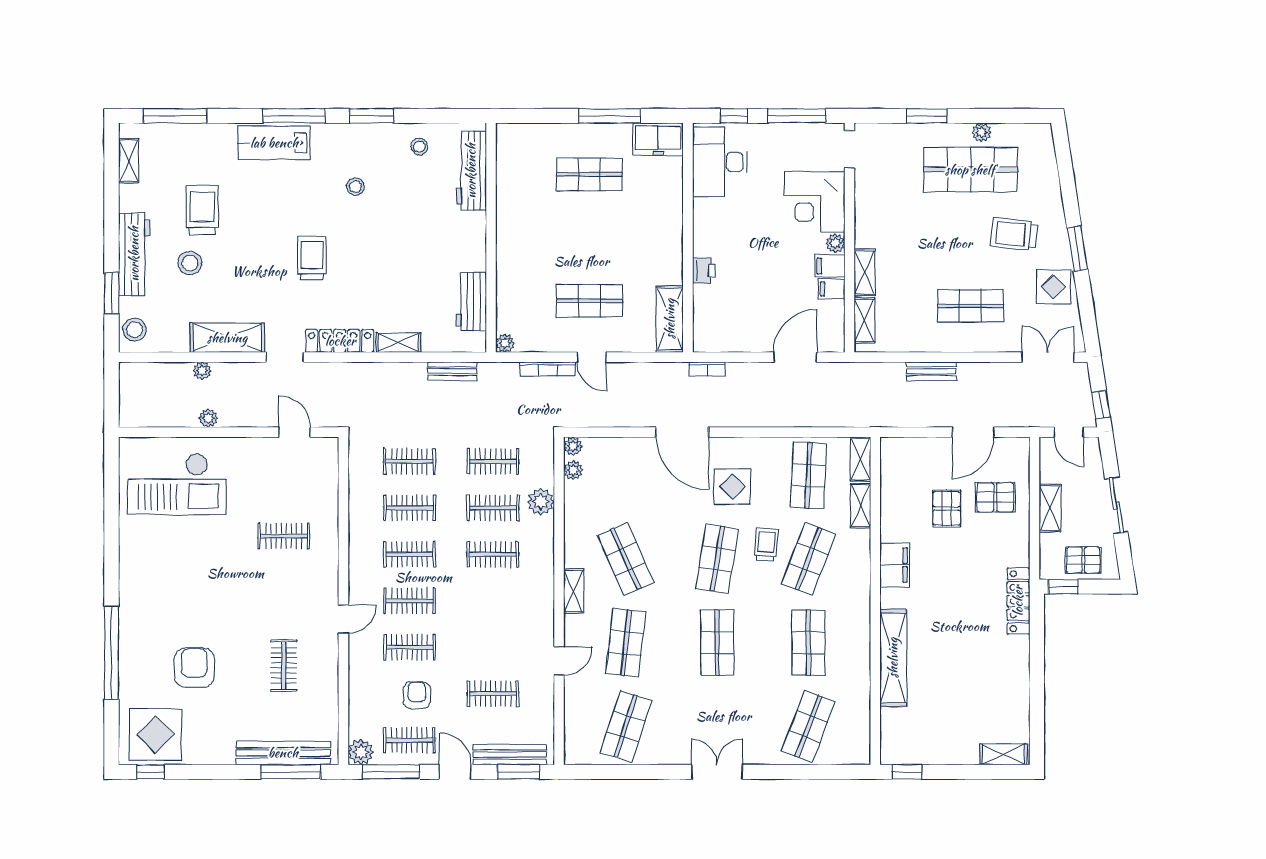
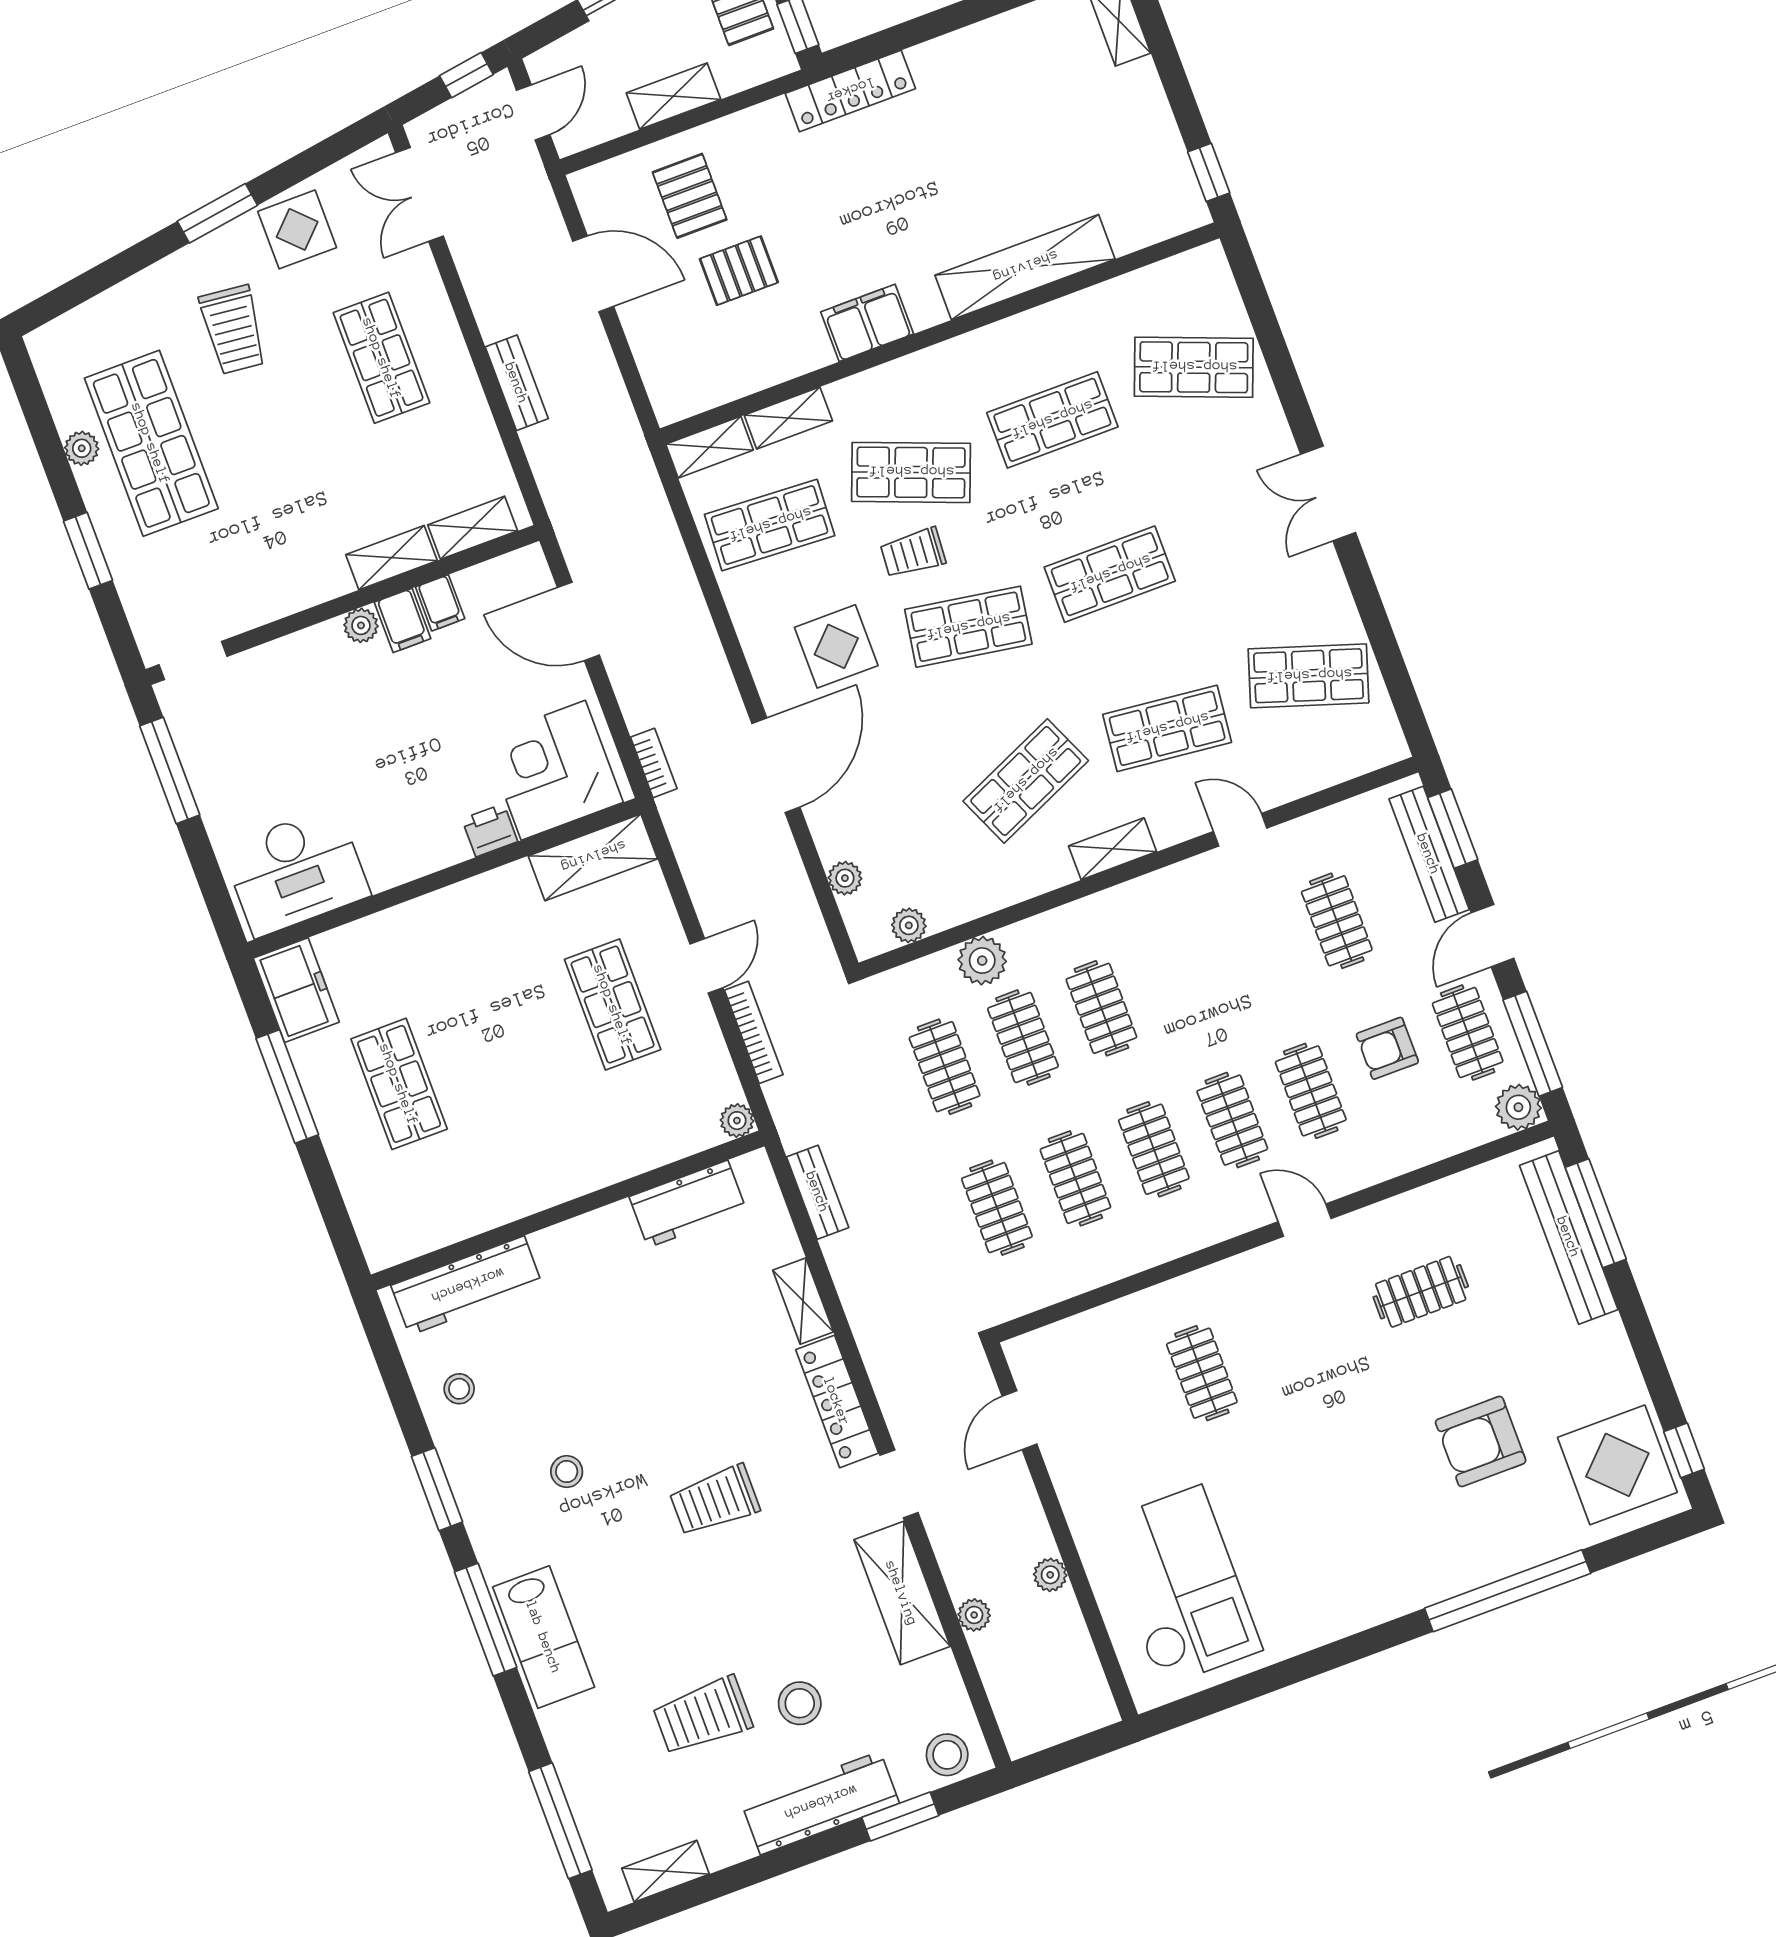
window: (734, 116) -> (209, 876), removed
corner desk: (815, 202) -> (553, 770), moved, turned 180
plant: (573, 446) -> (845, 878), moved

